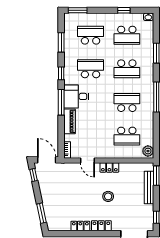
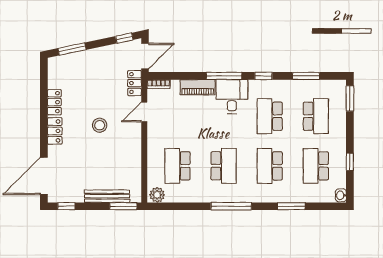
school desk: (91, 69) -> (270, 116), turned 180
locker: (109, 167) -> (135, 83), moved
stool: (108, 196) -> (100, 125), moved

